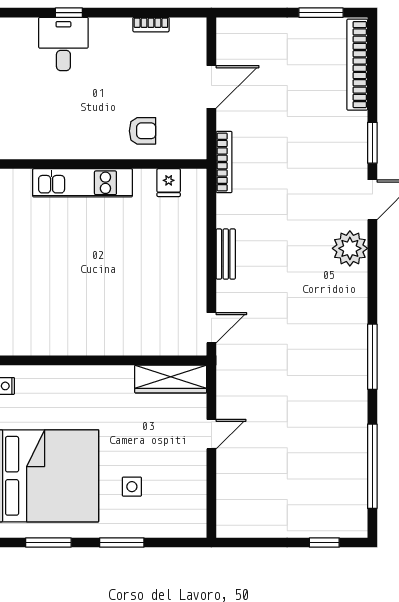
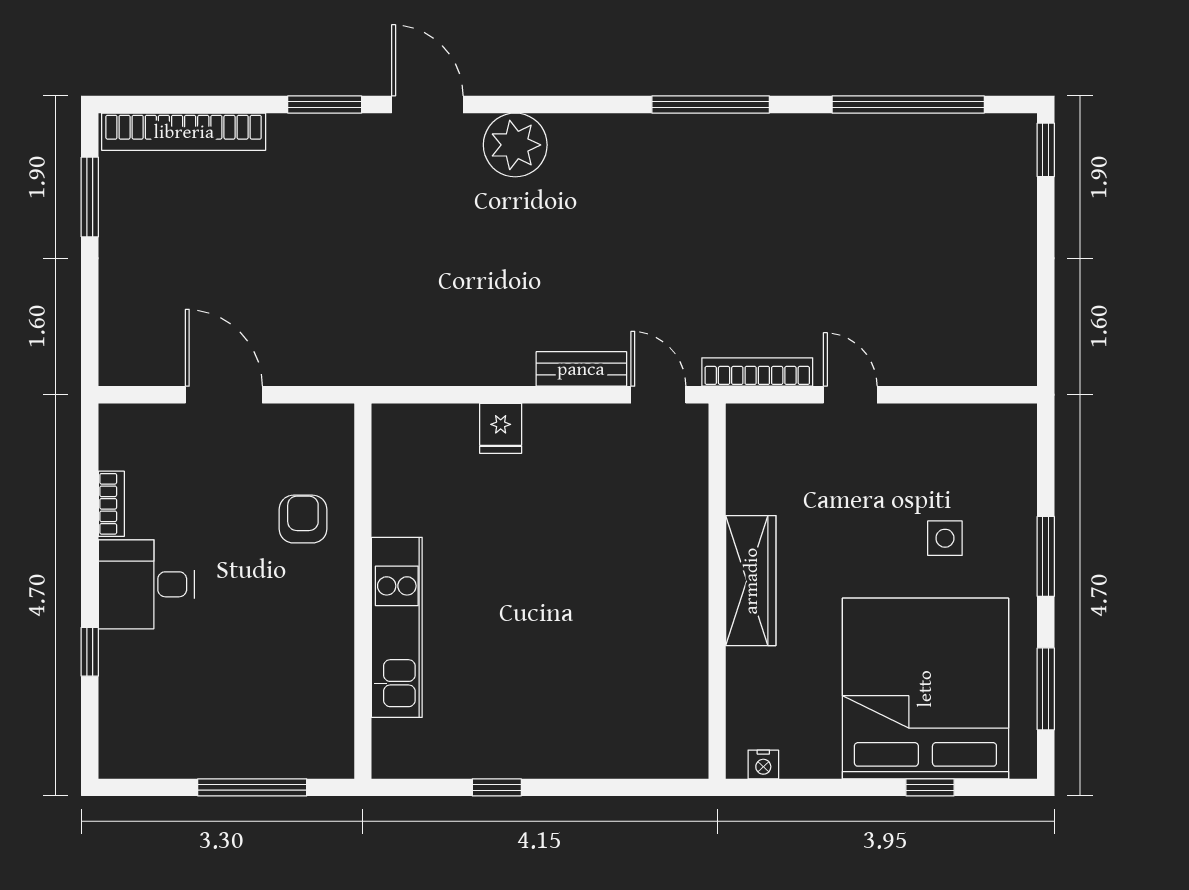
desk: (63, 44) -> (146, 584), moved
bookcase: (224, 162) -> (757, 372), moved
fridge: (169, 183) -> (501, 428), moved, turned 90
bench: (226, 254) -> (581, 369), moved
wardrobe: (171, 379) -> (751, 581), moved
window: (324, 542) -> (1046, 150), moved

